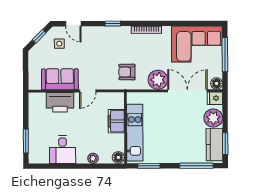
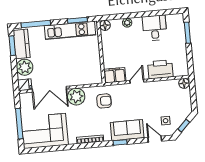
sofa: (60, 79) -> (127, 130), moved, turned 180
floor lamp: (217, 83) -> (184, 83), moved
filing cabinet: (116, 121) -> (115, 75), moved, turned -90
kitchen unit: (135, 133) -> (70, 30), moved, turned -90

